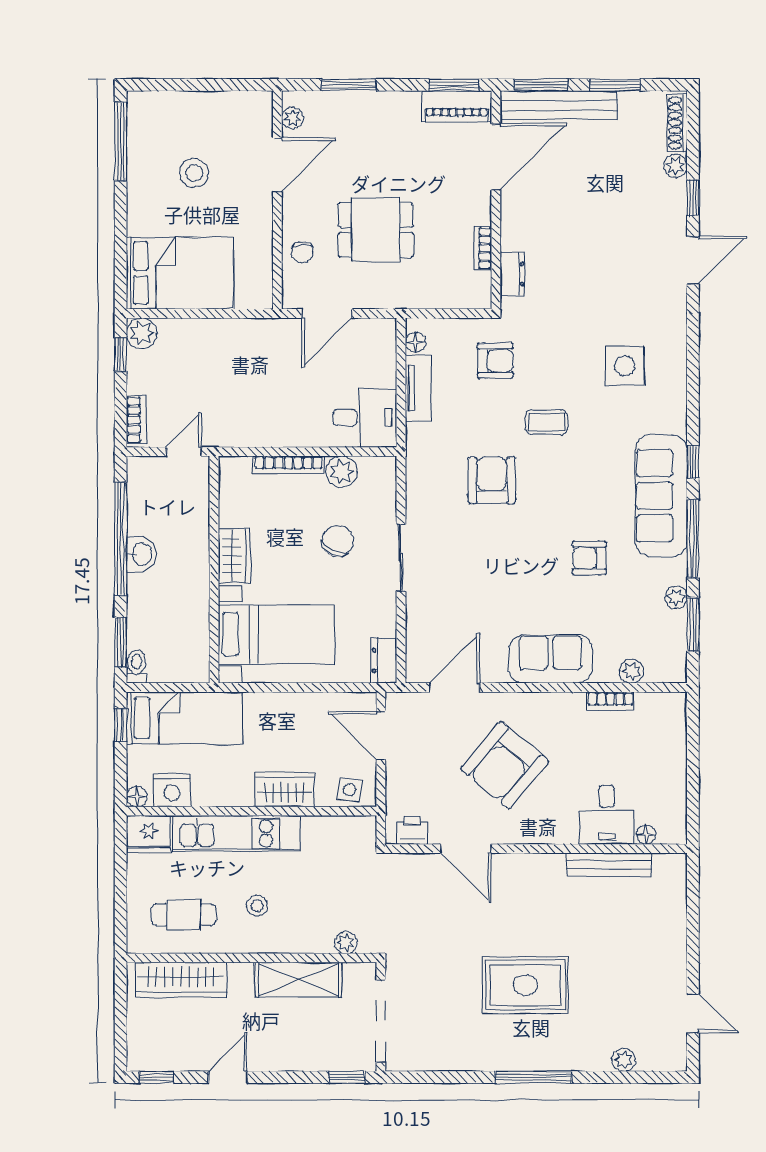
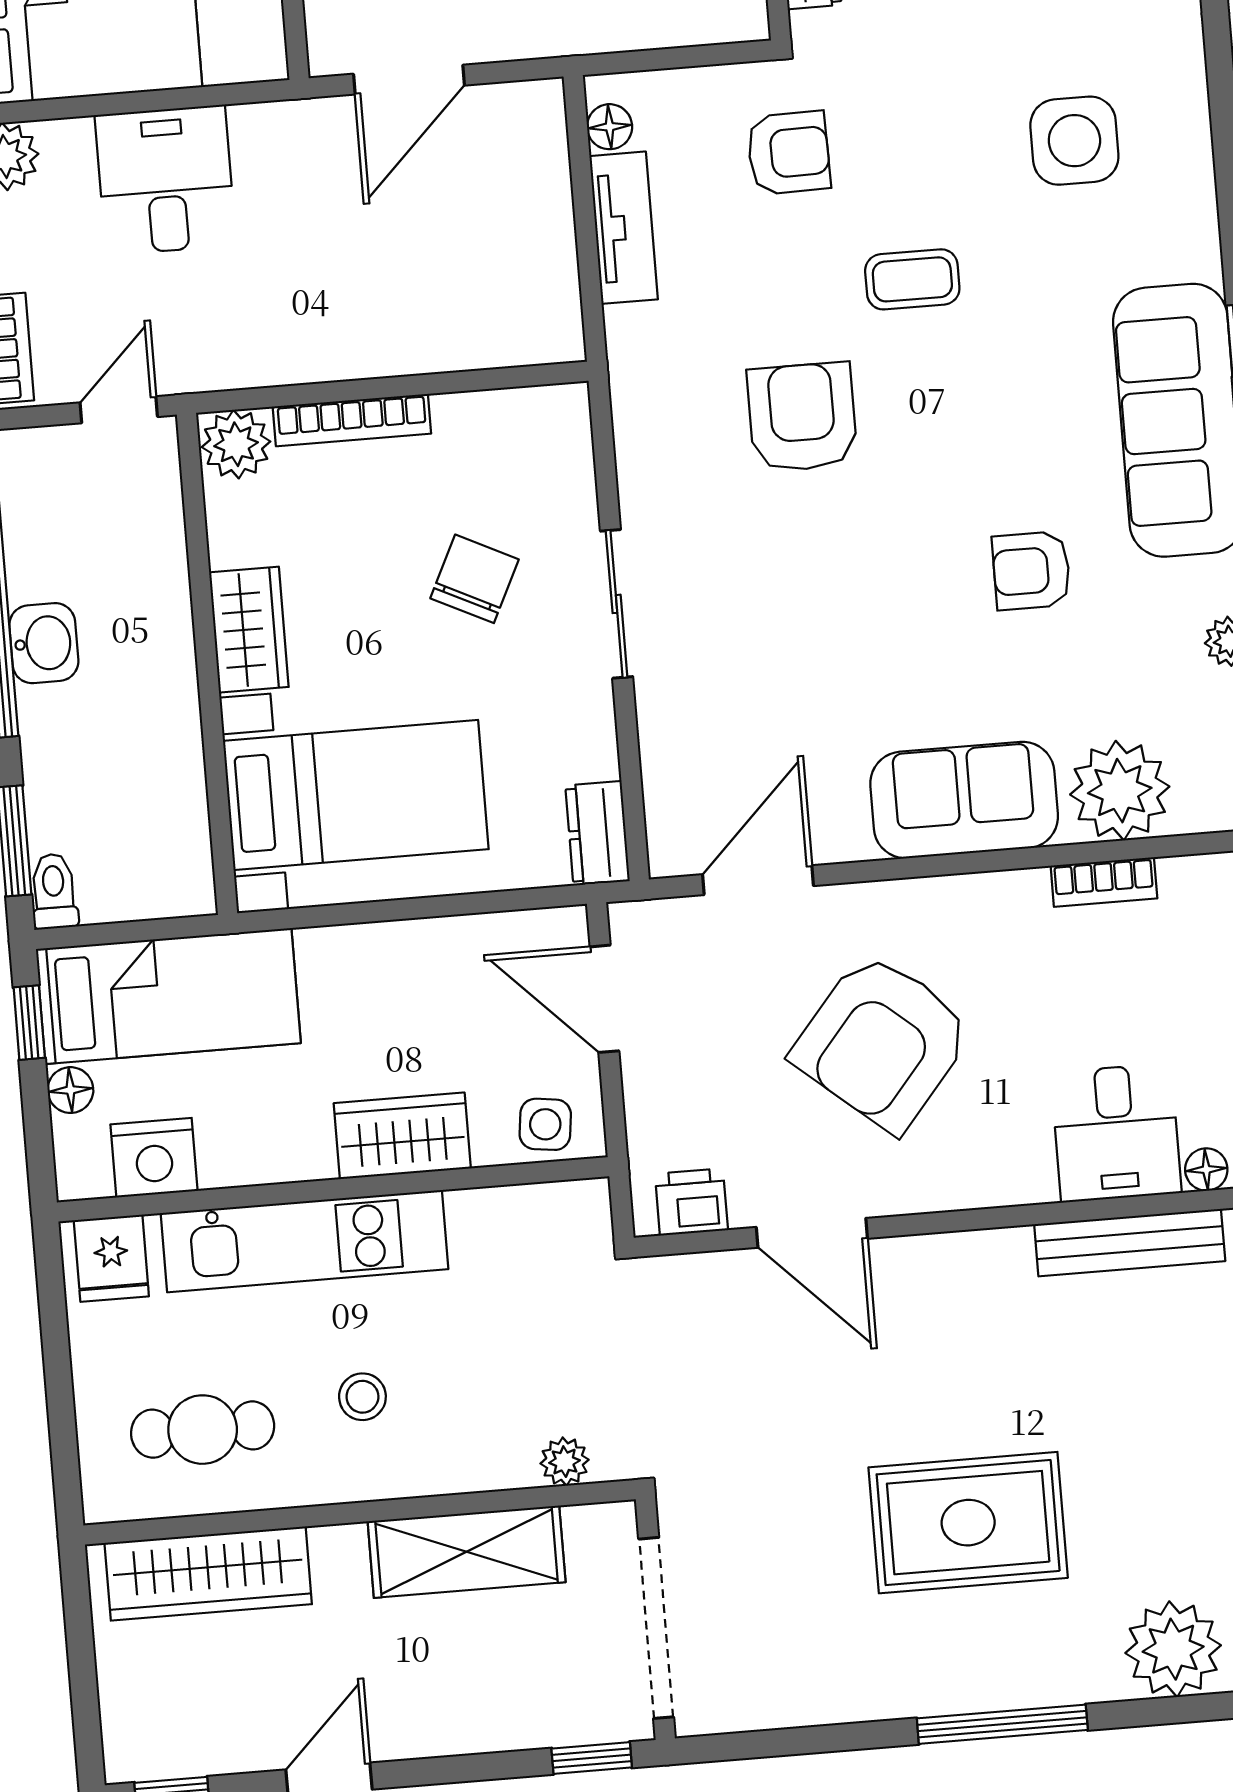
desk: (365, 418) -> (165, 180), moved, turned -90
plant: (342, 472) -> (236, 444), moved
plant: (632, 671) -> (1120, 791), width x1.88, depth x1.88
floor lamp: (137, 796) -> (70, 1090), moved
fridge: (149, 834) -> (111, 1258), width x0.72
plant: (623, 1060) -> (1173, 1649), width x1.88, depth x1.88

